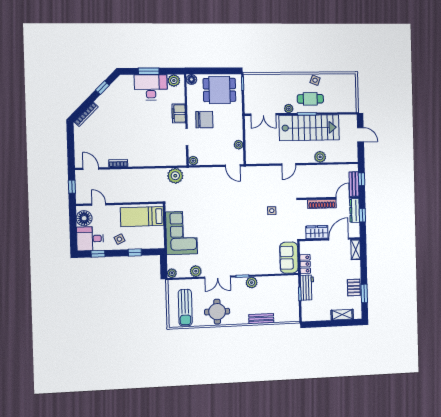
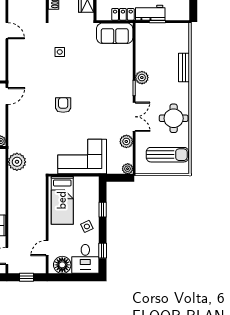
armchair: (226, 215) -> (63, 105), added

